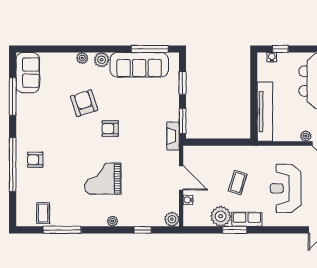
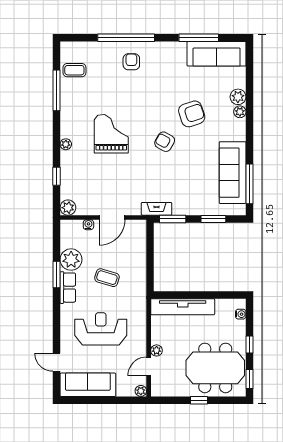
window: (280, 49) -> (249, 345), moved
plant: (102, 60) -> (238, 97), moved
sofa: (28, 73) -> (217, 54), width x1.36
armchair: (110, 129) -> (165, 142), turned -61

